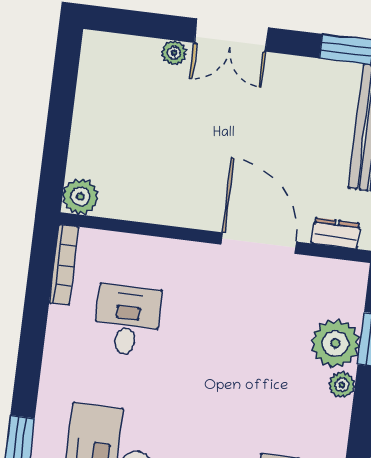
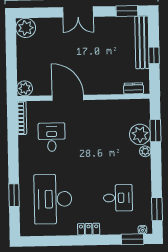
plant: (174, 53) -> (26, 28), moved, width x1.87, depth x1.87
door: (259, 243) -> (68, 98), moved

